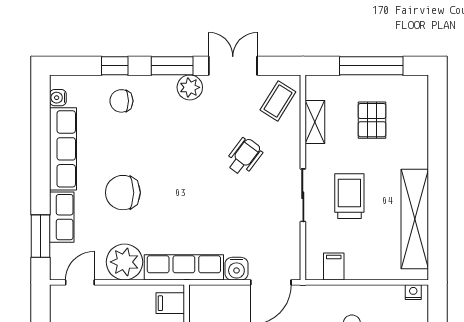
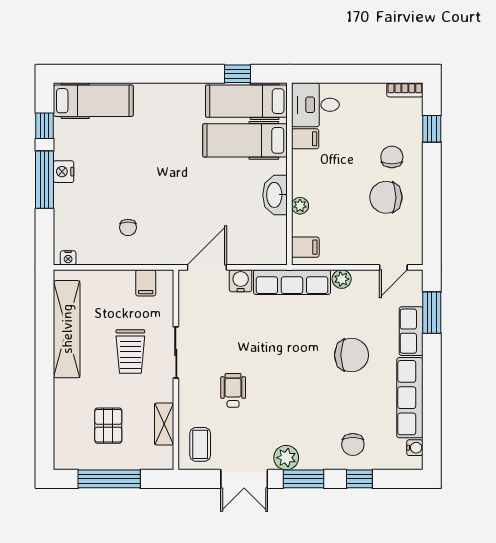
chair: (121, 101) -> (353, 444), turned 90
coffee table: (278, 101) -> (200, 444), turned -32
wheelchair: (244, 156) -> (233, 390), turned 143
plant: (125, 262) -> (342, 279), width x0.53, depth x0.53

